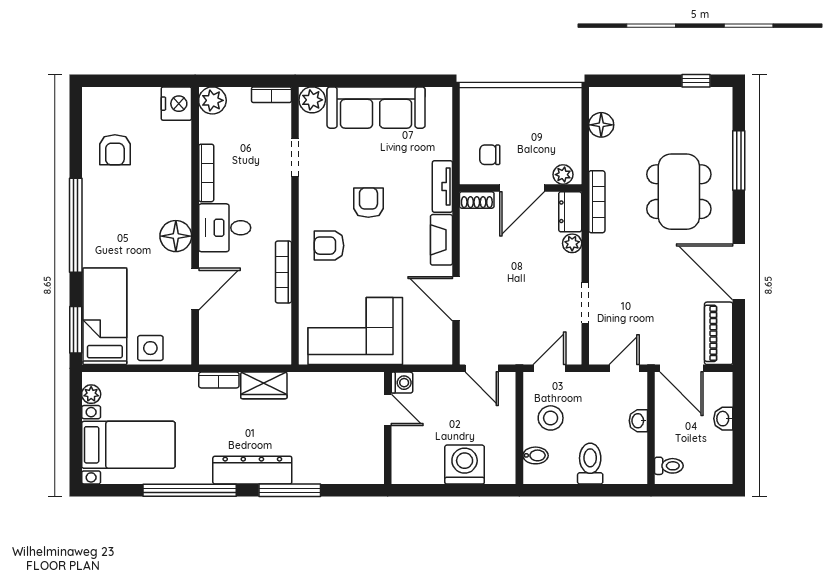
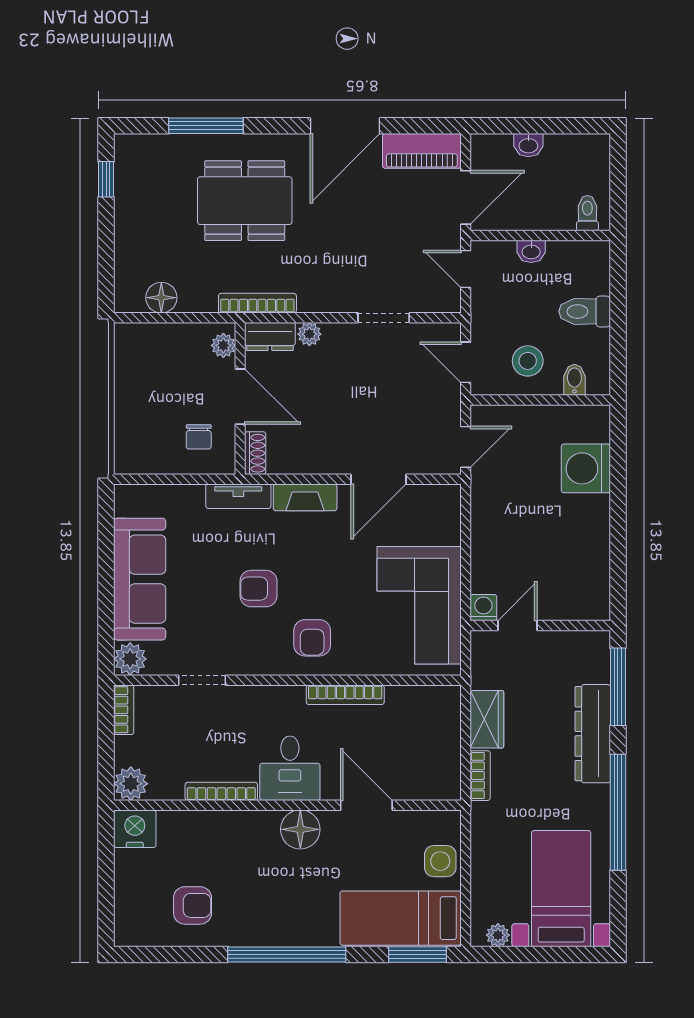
washing machine: (402, 383) -> (483, 608), moved
door: (388, 410) -> (517, 625), moved
wall: (388, 428) -> (540, 625), moved

